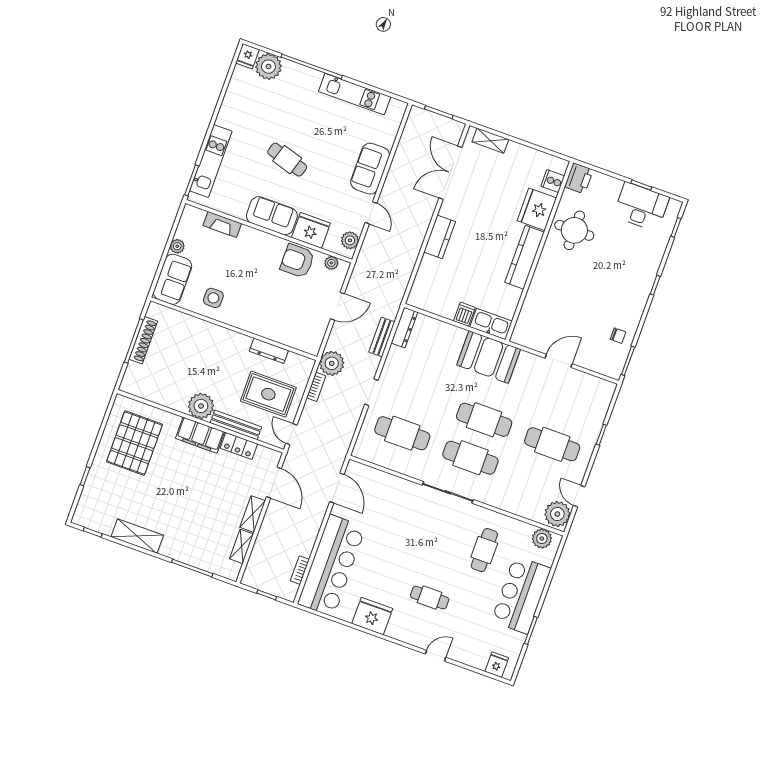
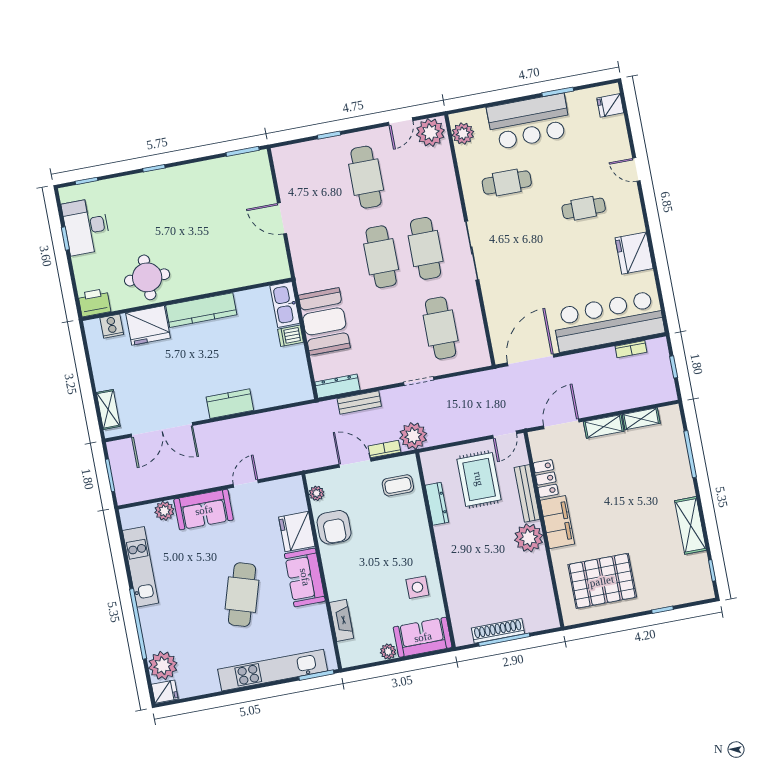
cafe table: (287, 160) -> (242, 595), width x1.37, depth x1.35
kitchen unit: (211, 161) -> (273, 670), width x1.36
plant: (350, 240) -> (164, 511), moved
coffee table: (301, 329) -> (398, 485), added
chair: (618, 336) -> (224, 175), removed
booth: (489, 357) -> (324, 321), moved
bookcase: (316, 387) -> (384, 449), moved
door: (337, 488) -> (531, 360), width x1.36
cafe table: (430, 598) -> (584, 208), turned 90

